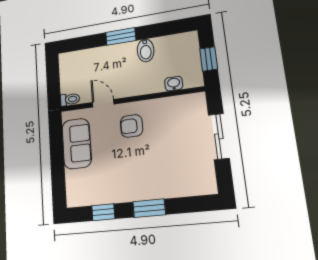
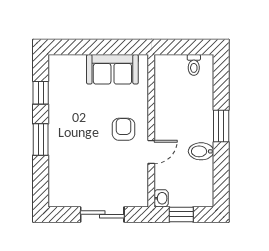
washbasin: (174, 84) -> (161, 198), moved
toilet: (70, 99) -> (194, 65), moved
door: (103, 103) -> (151, 152), moved

